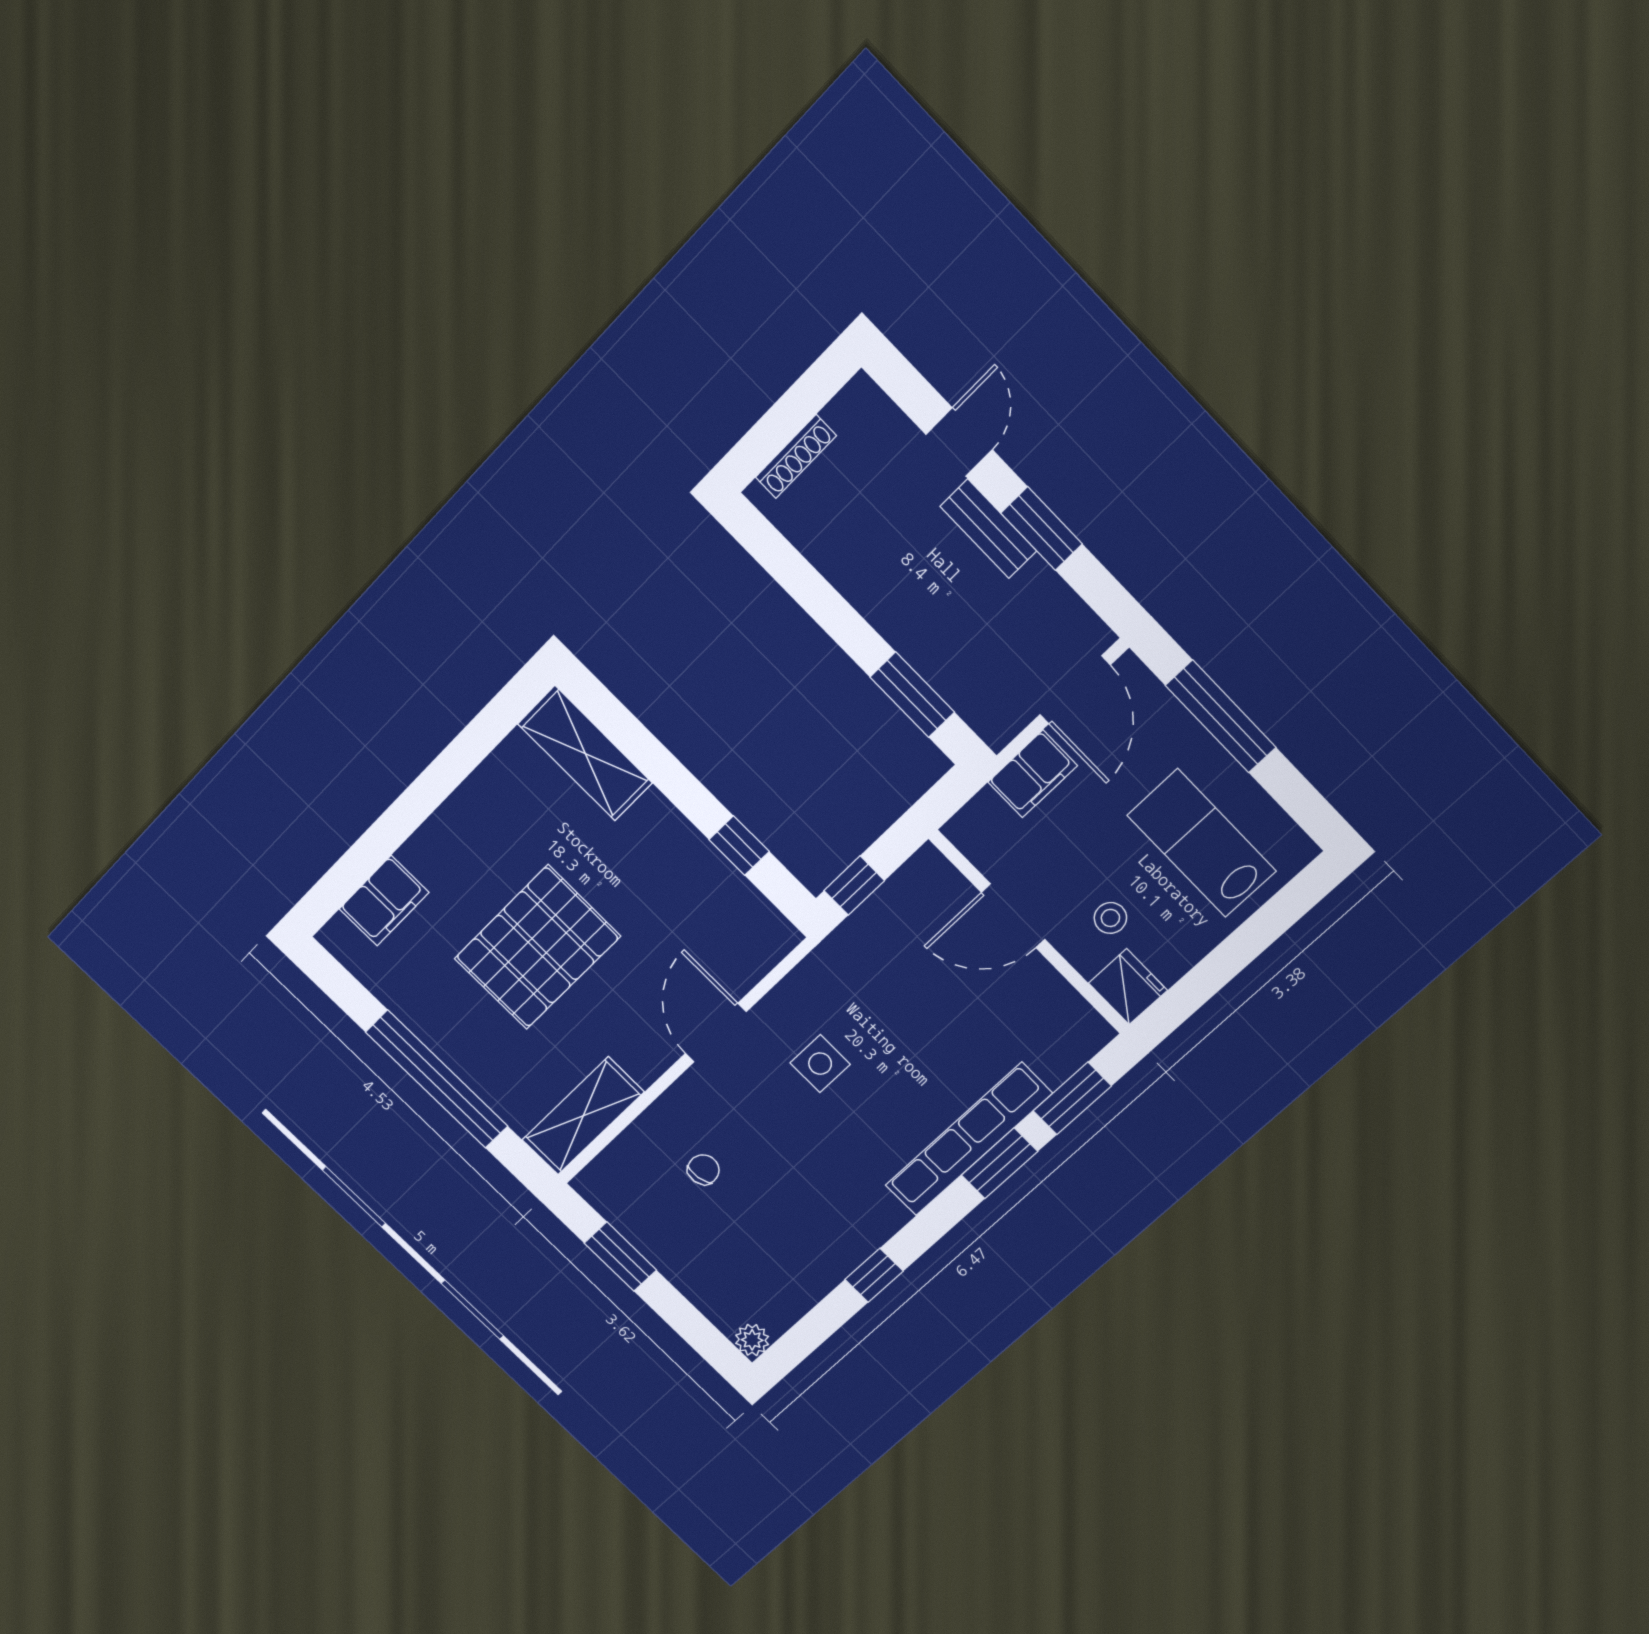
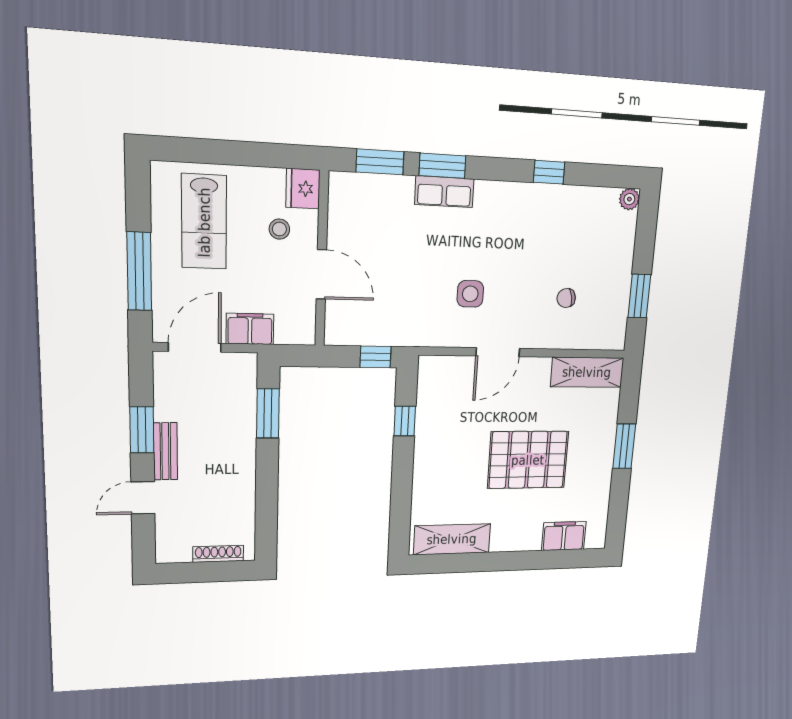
shelving: (585, 753) -> (452, 539), moved, turned 90
window: (437, 1079) -> (624, 446), width x0.47
row of seats: (968, 1140) -> (444, 192), width x0.50

